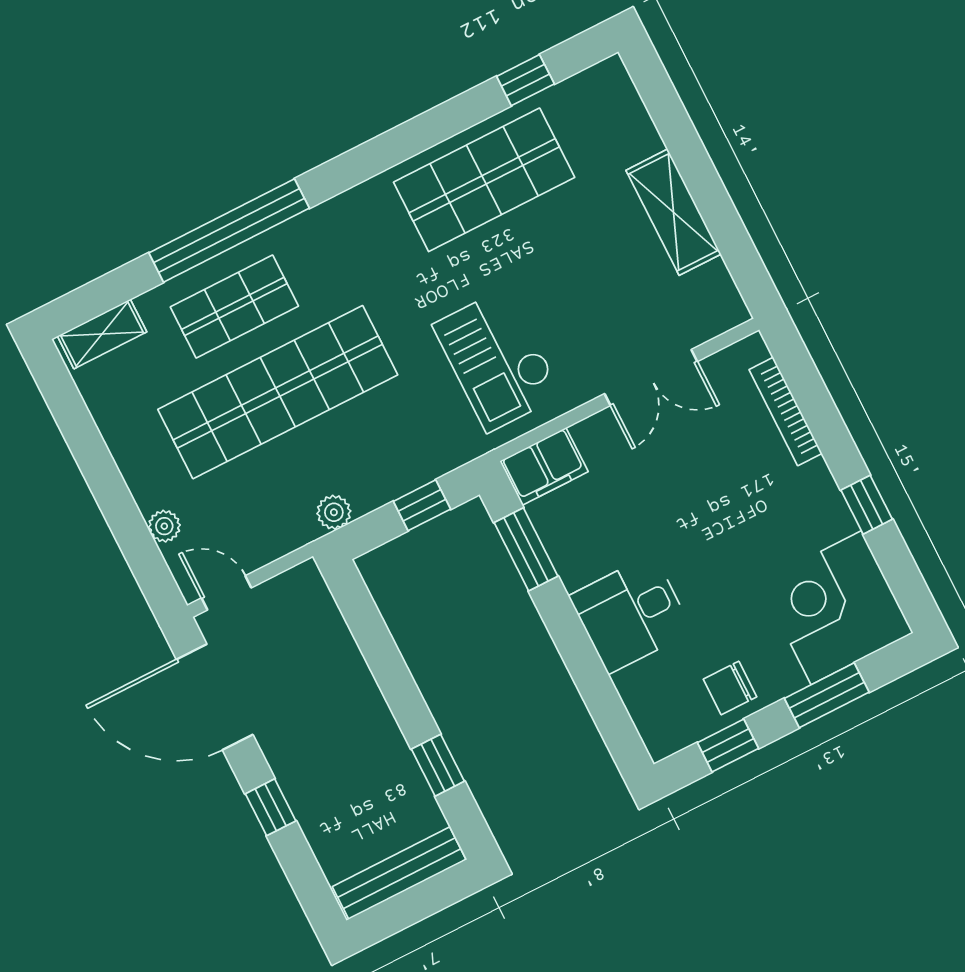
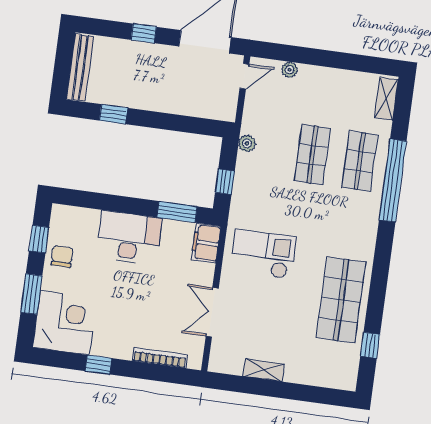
shelving: (673, 212) -> (264, 370), width x0.67, depth x0.75
shop shelf: (278, 392) -> (312, 155), width x0.50, depth x0.74
desk: (631, 614) -> (129, 238), width x1.37

